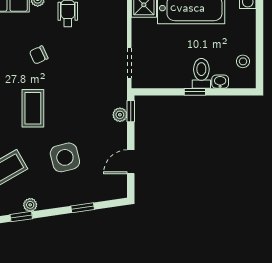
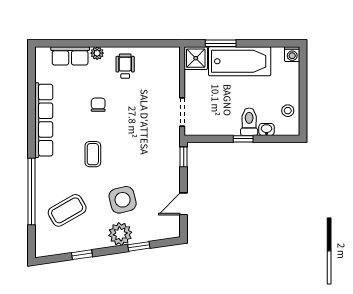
chair: (39, 55) -> (98, 105), turned 115
coffee table: (33, 108) -> (93, 154), width x0.73, depth x0.77
plant: (120, 115) -> (174, 160), removed
plant: (30, 205) -> (120, 234), moved, width x1.88, depth x1.88

